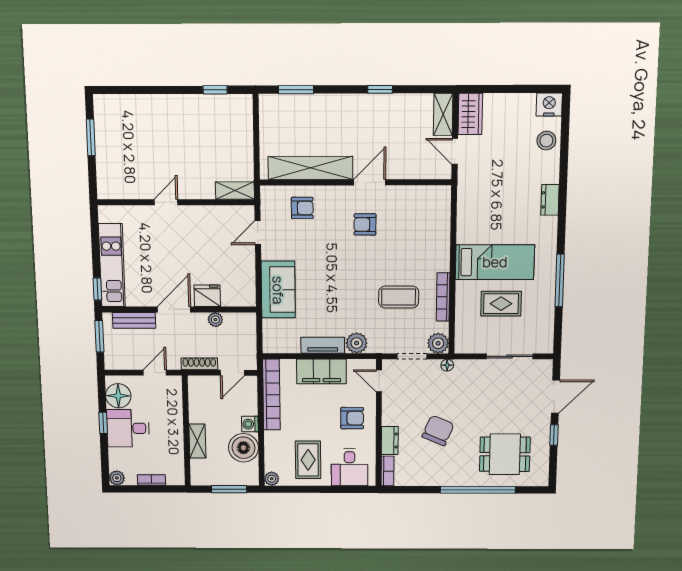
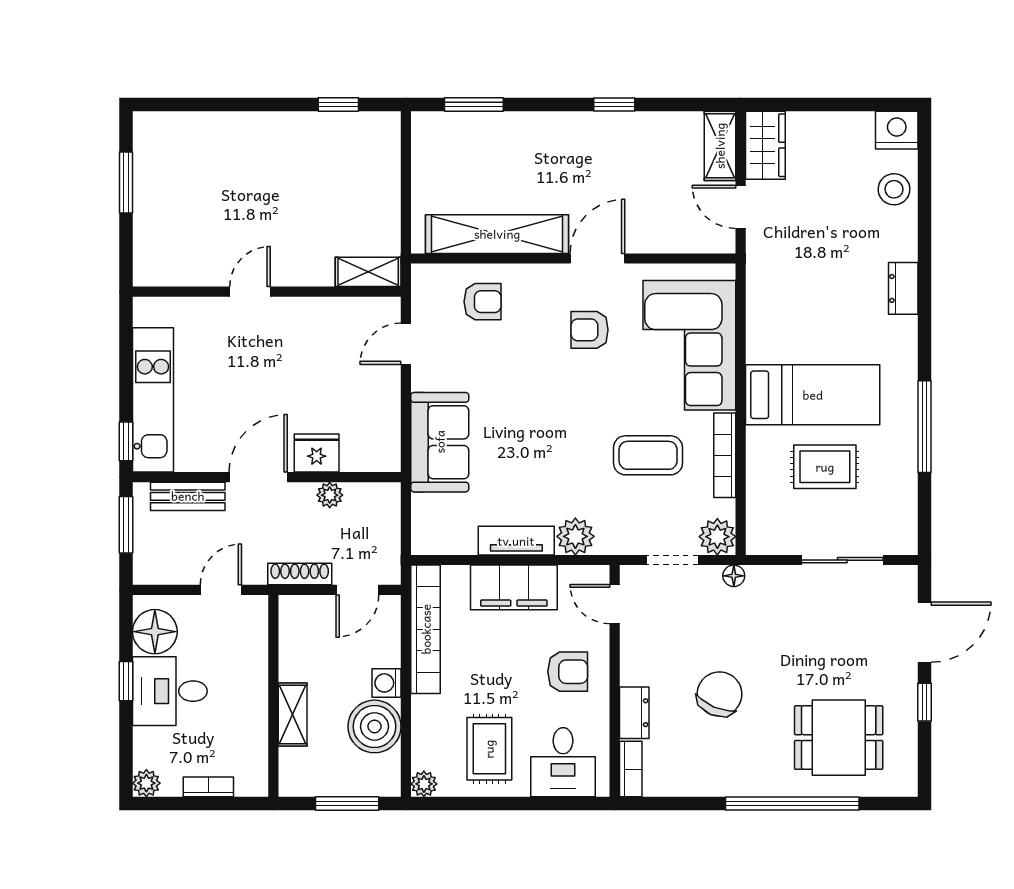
corner sofa: (423, 233) -> (689, 345), added

